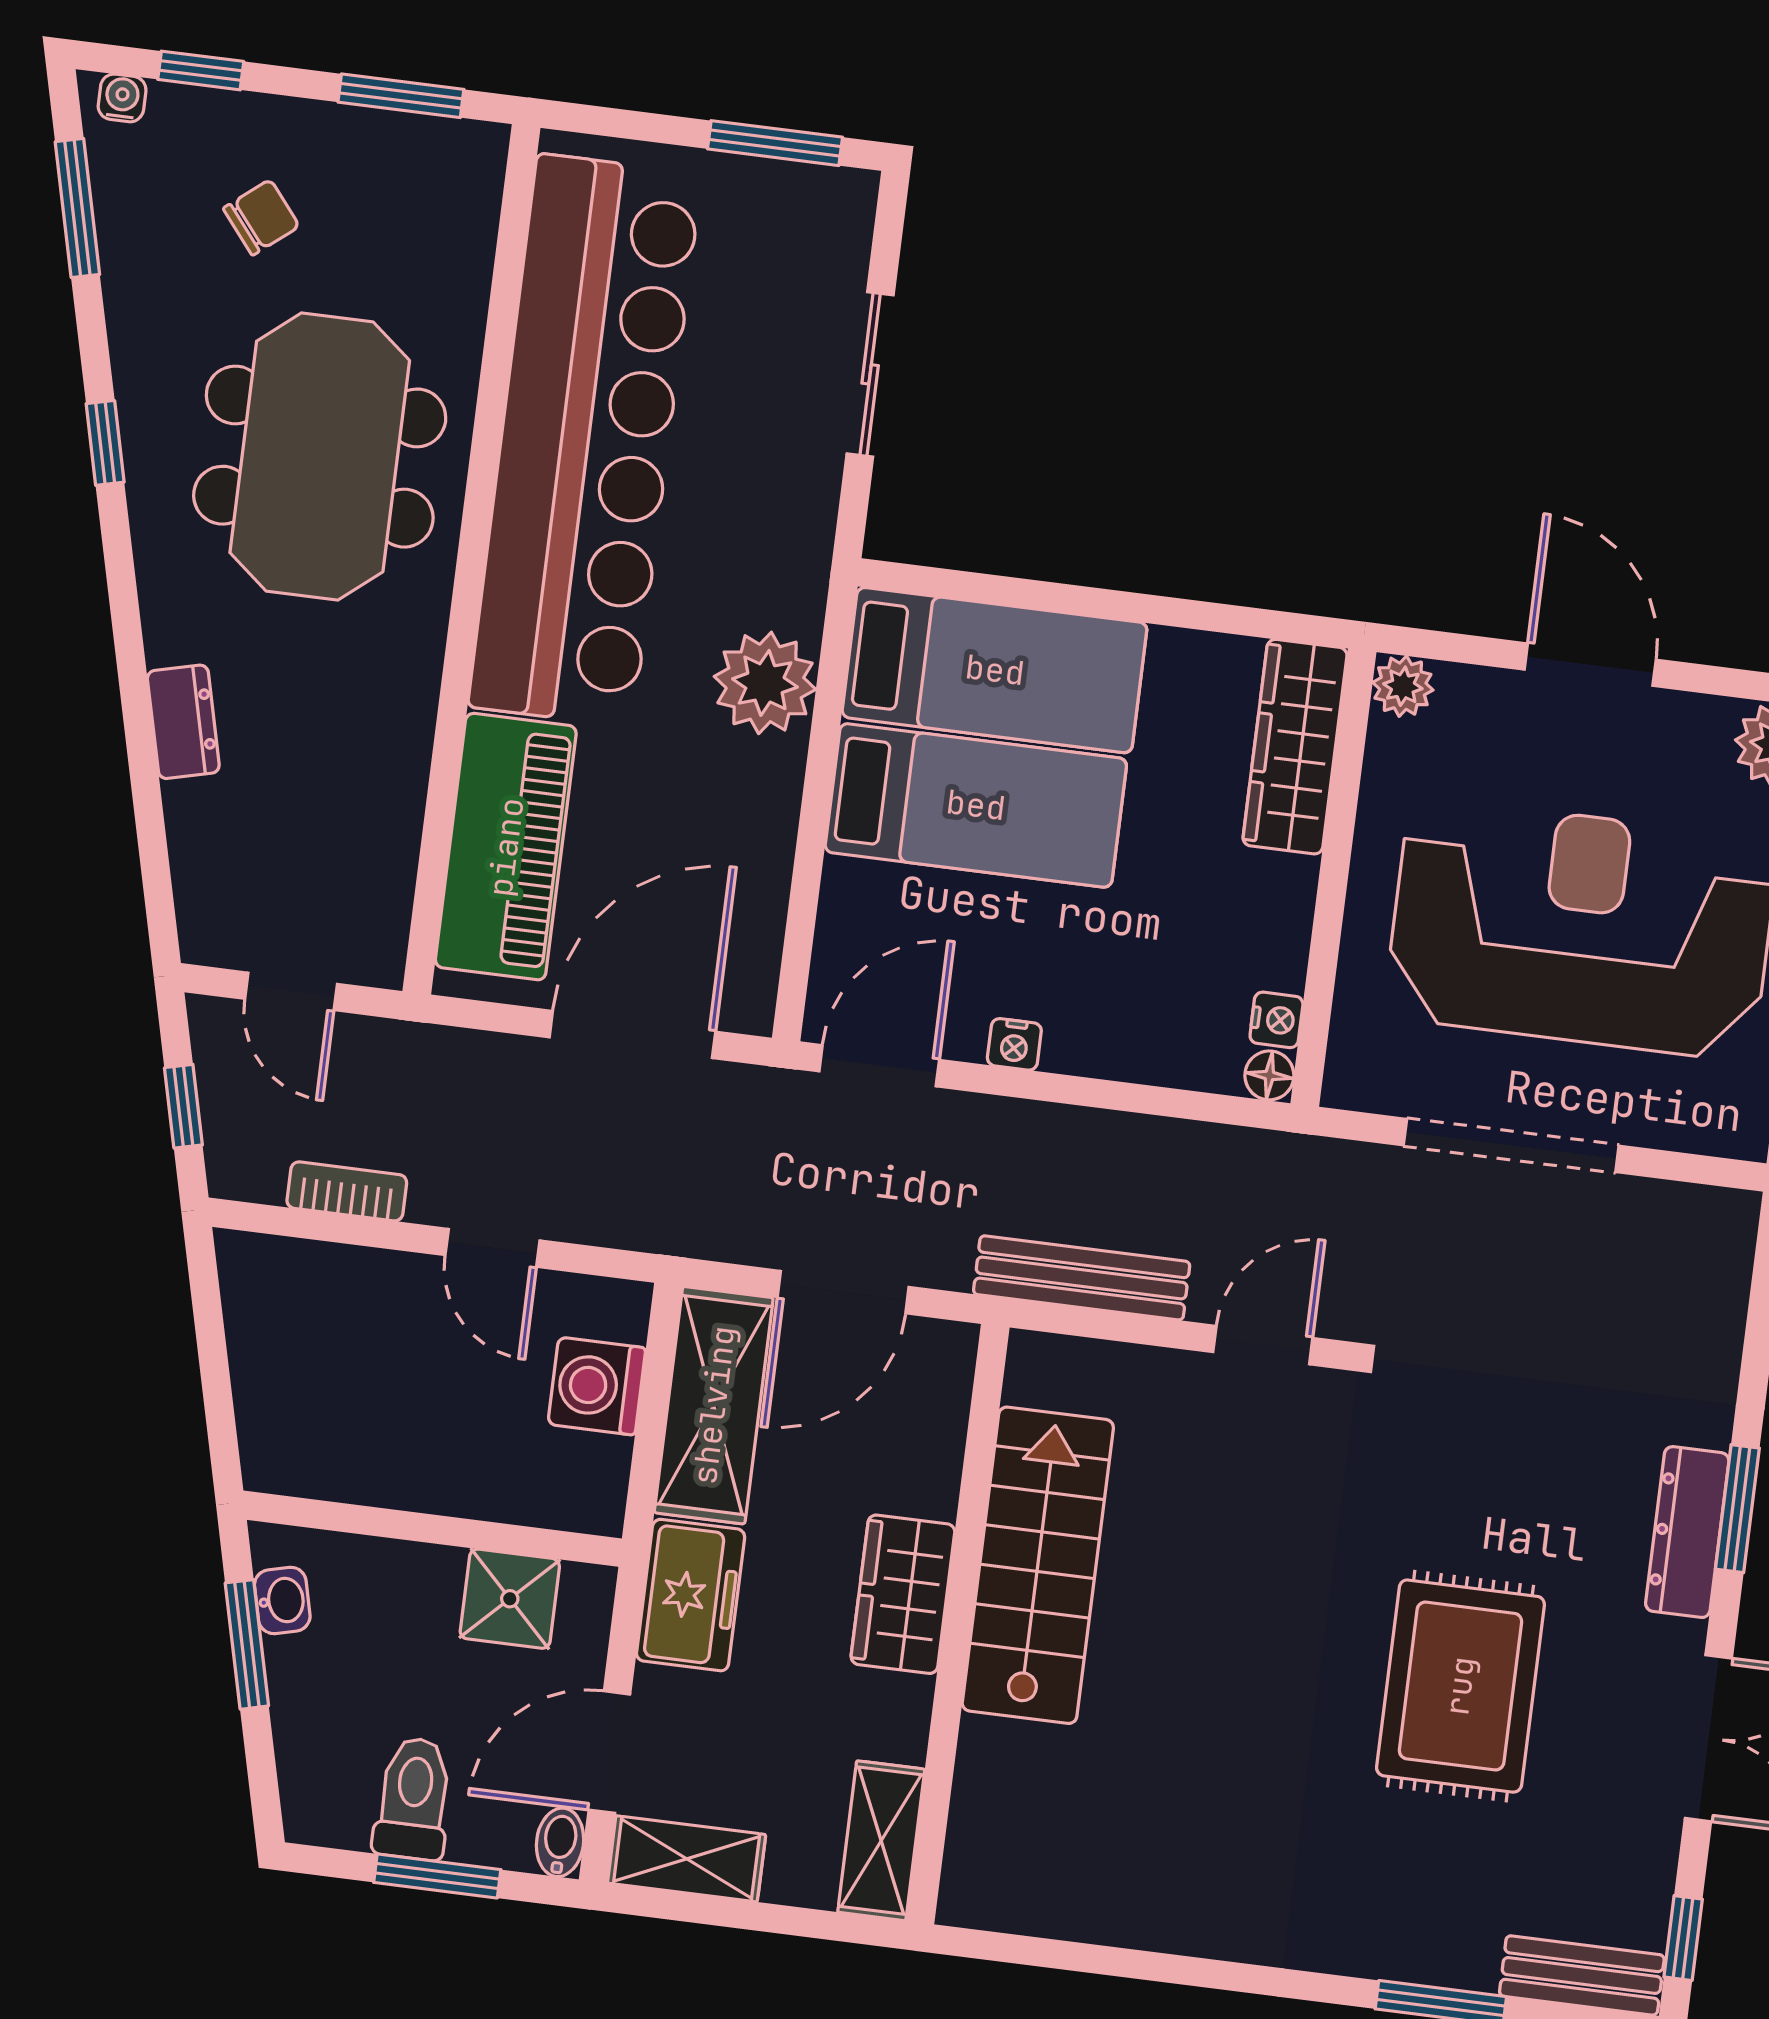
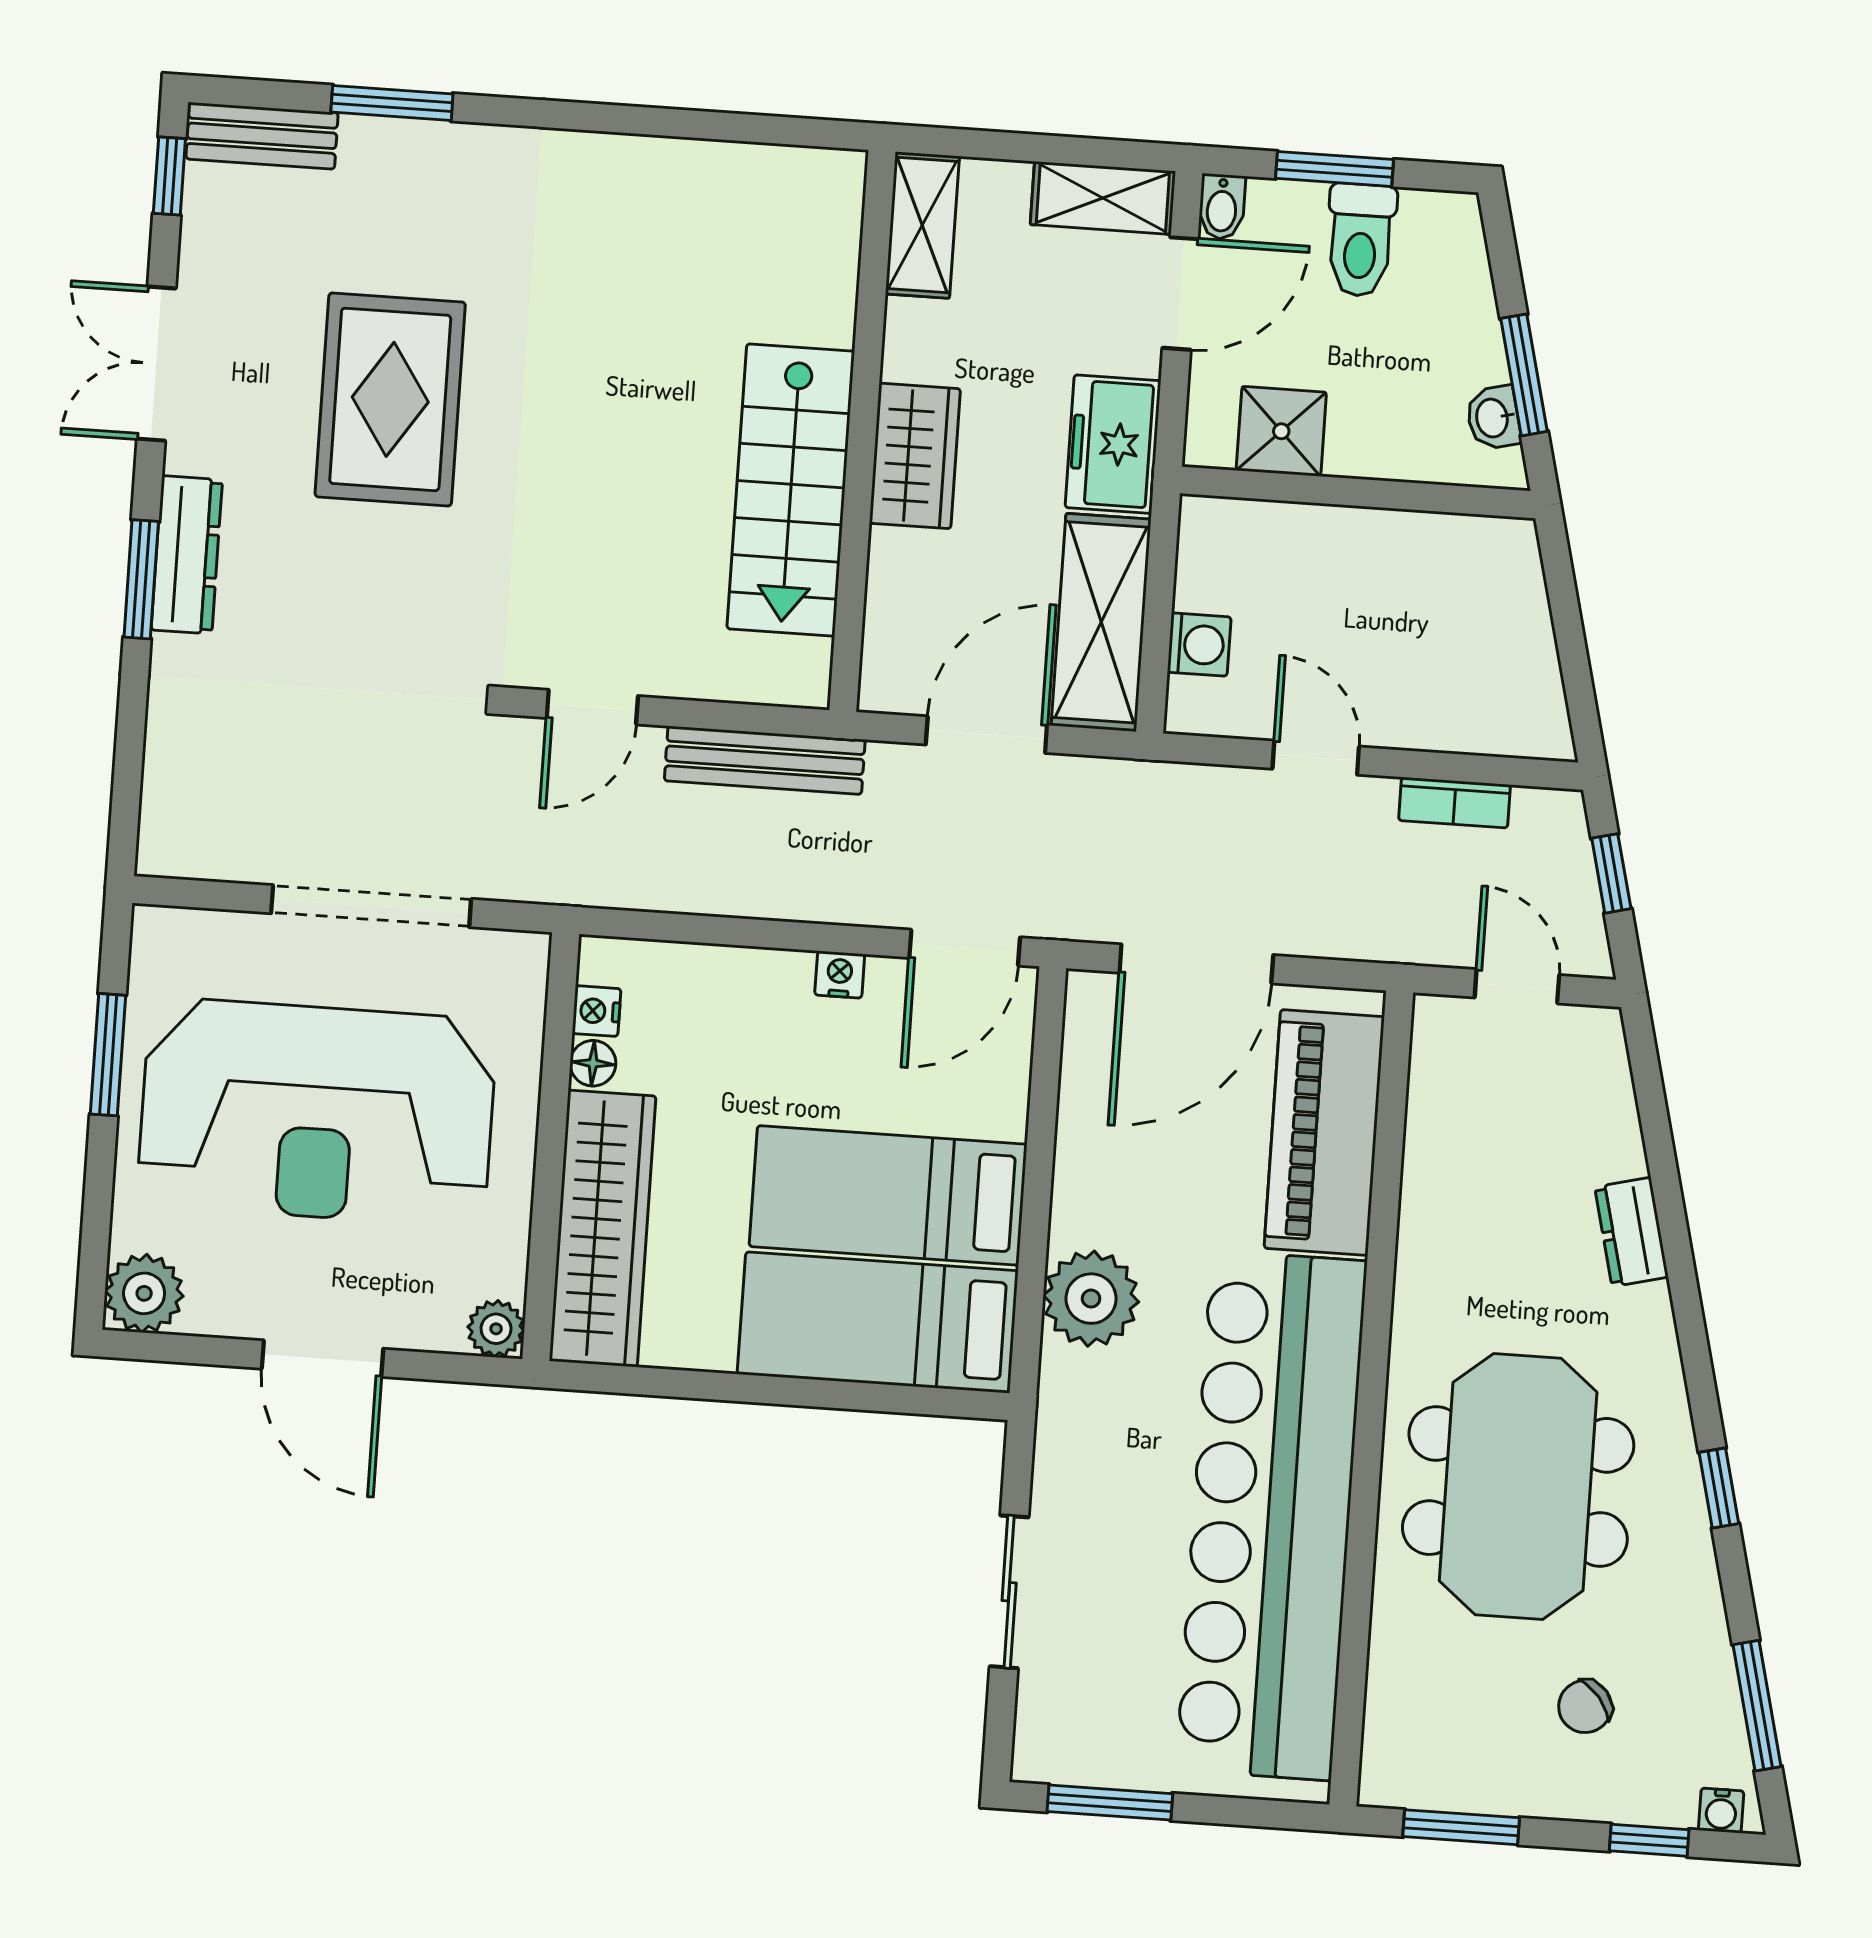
wardrobe: (1295, 747) -> (603, 1229), width x1.40, depth x1.17
floor lamp: (1269, 1075) -> (593, 1063), moved
washing machine: (597, 1386) -> (1199, 645), width x0.73, depth x0.73

